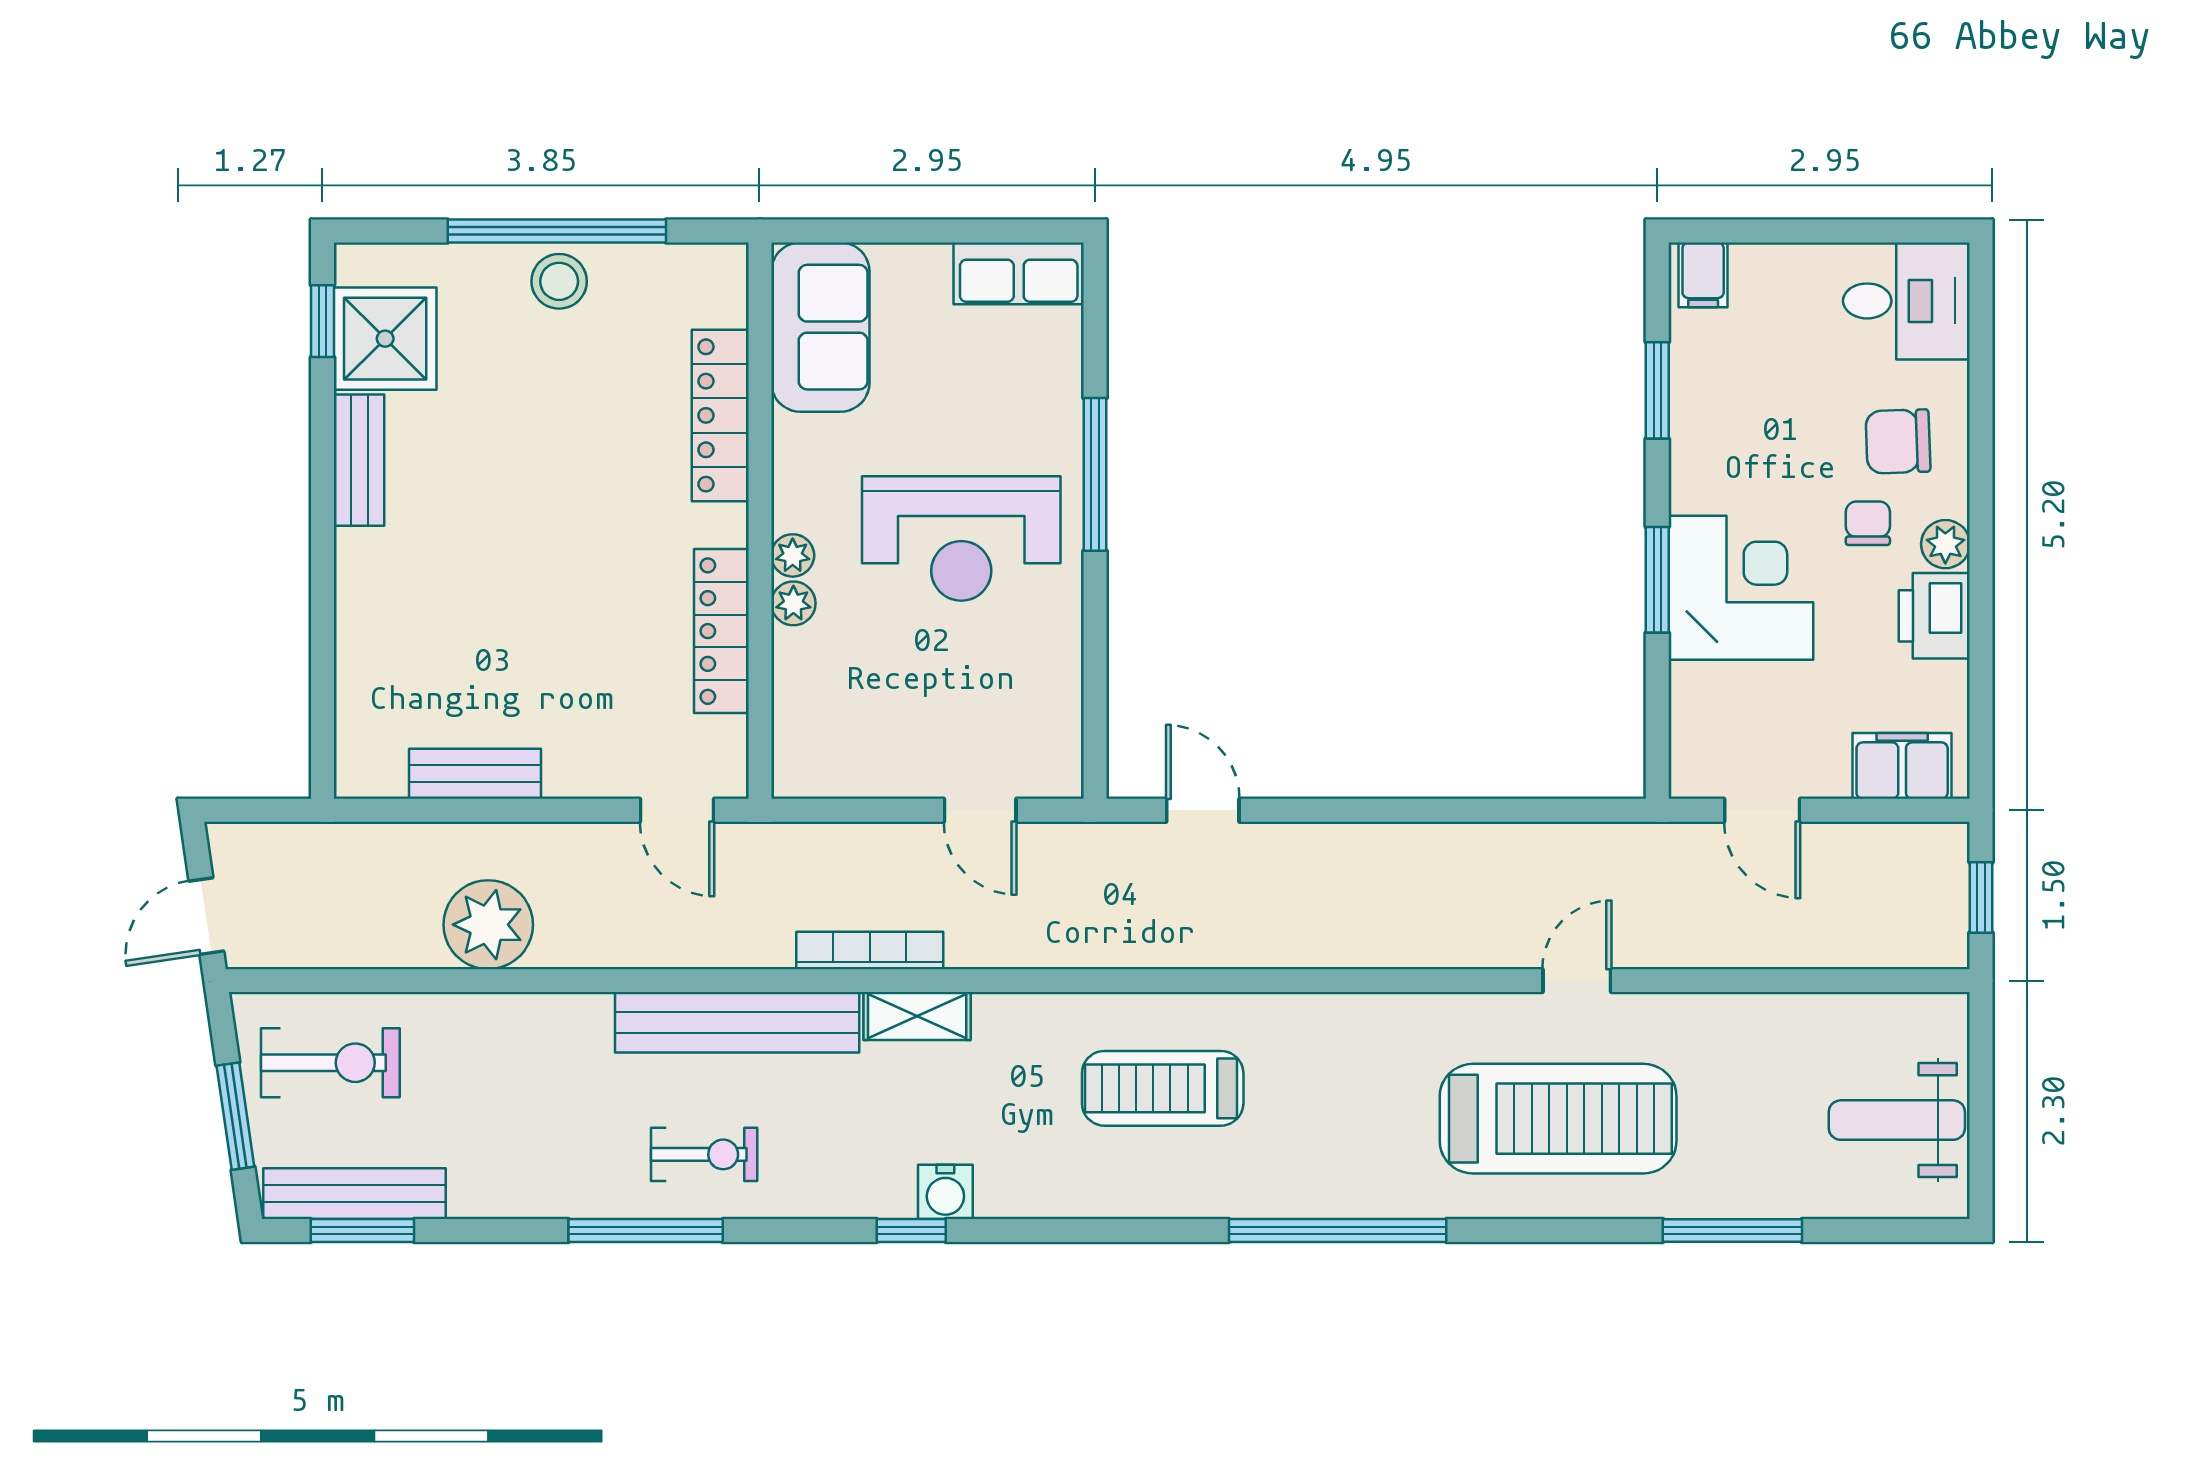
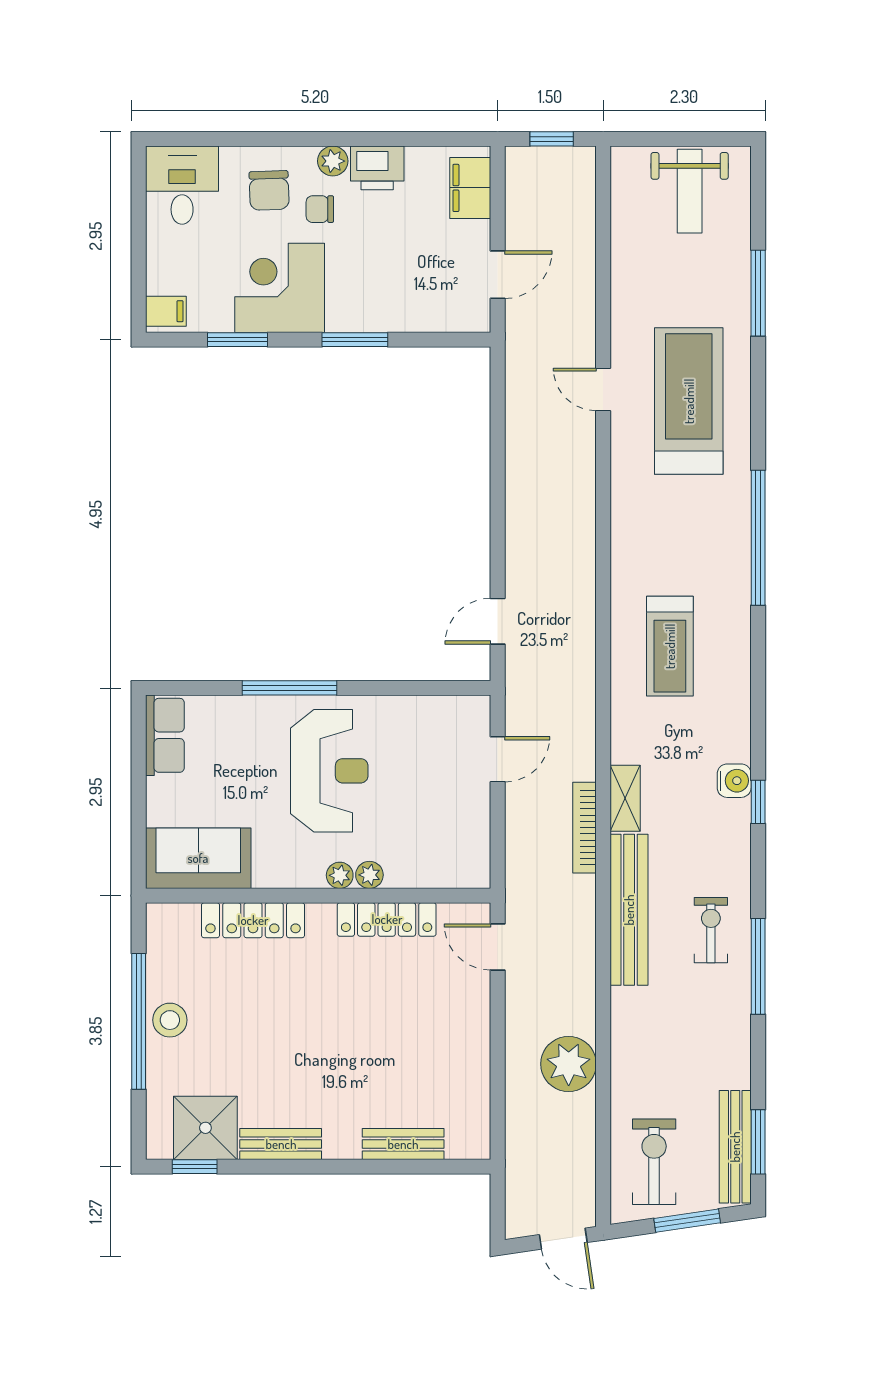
corner desk: (1741, 588) -> (280, 288), moved
bench: (475, 774) -> (403, 1144), moved, turned 90
door: (677, 810) -> (498, 947), swing flipped

